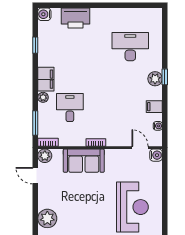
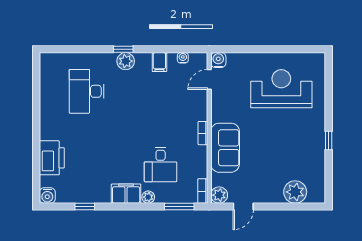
desk: (70, 107) -> (161, 165), turned -90

